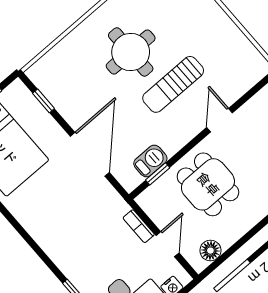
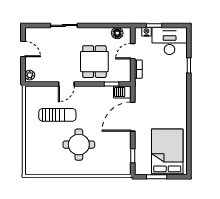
sun lounger: (173, 84) -> (57, 115), moved
barbecue: (150, 161) -> (122, 92), moved

